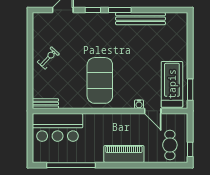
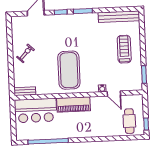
bench: (140, 19) -> (119, 17), moved
treadmill: (172, 84) -> (124, 49), moved, width x0.73, depth x0.73
piano: (124, 154) -> (73, 104), moved, turned 180

